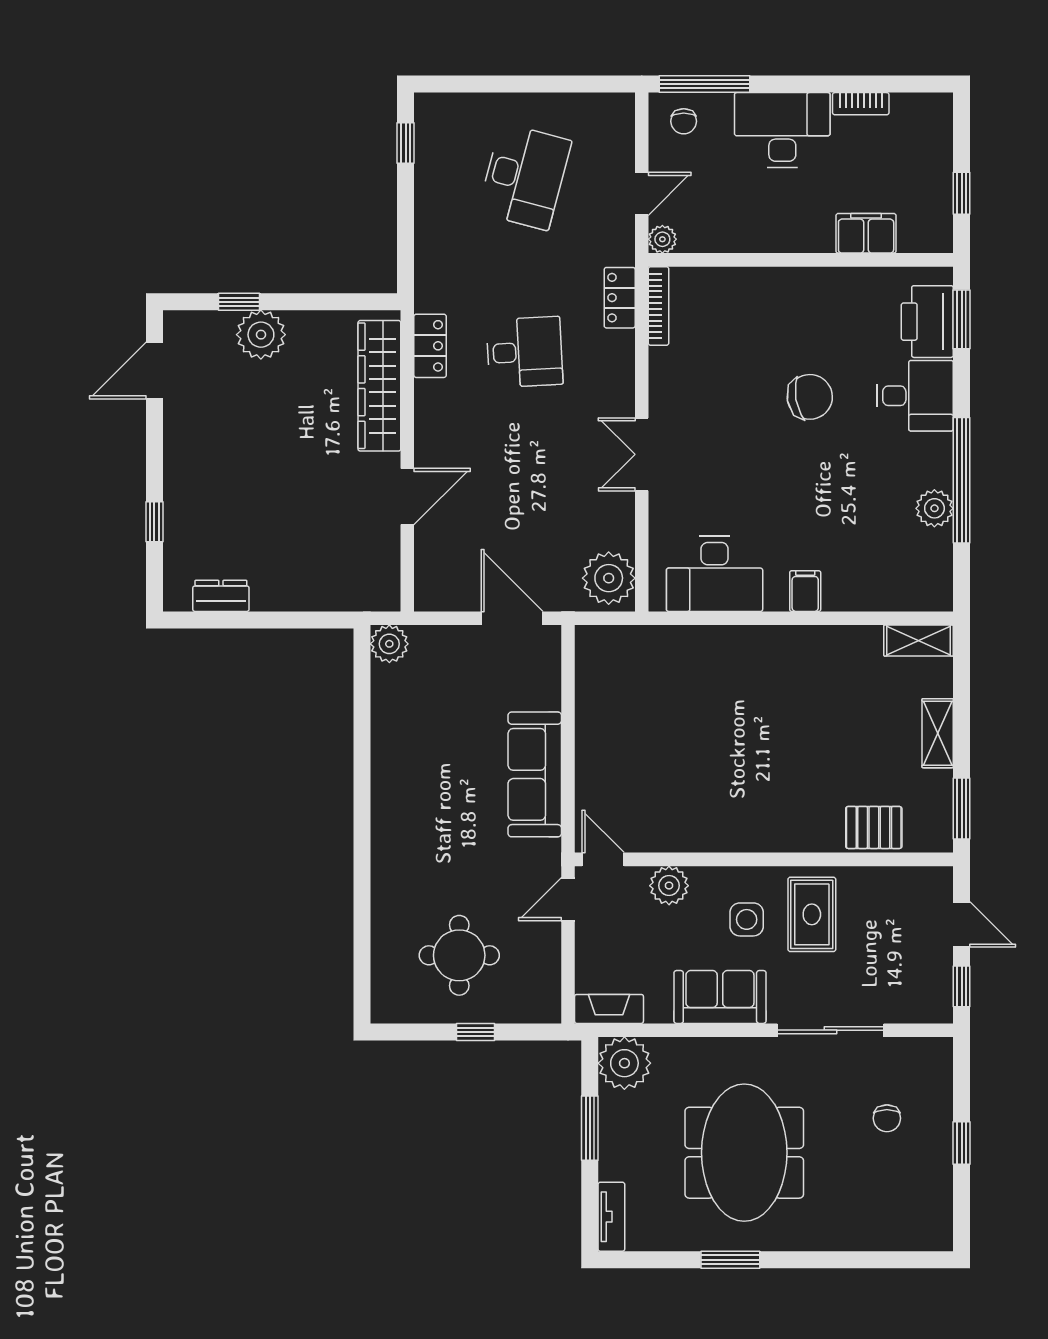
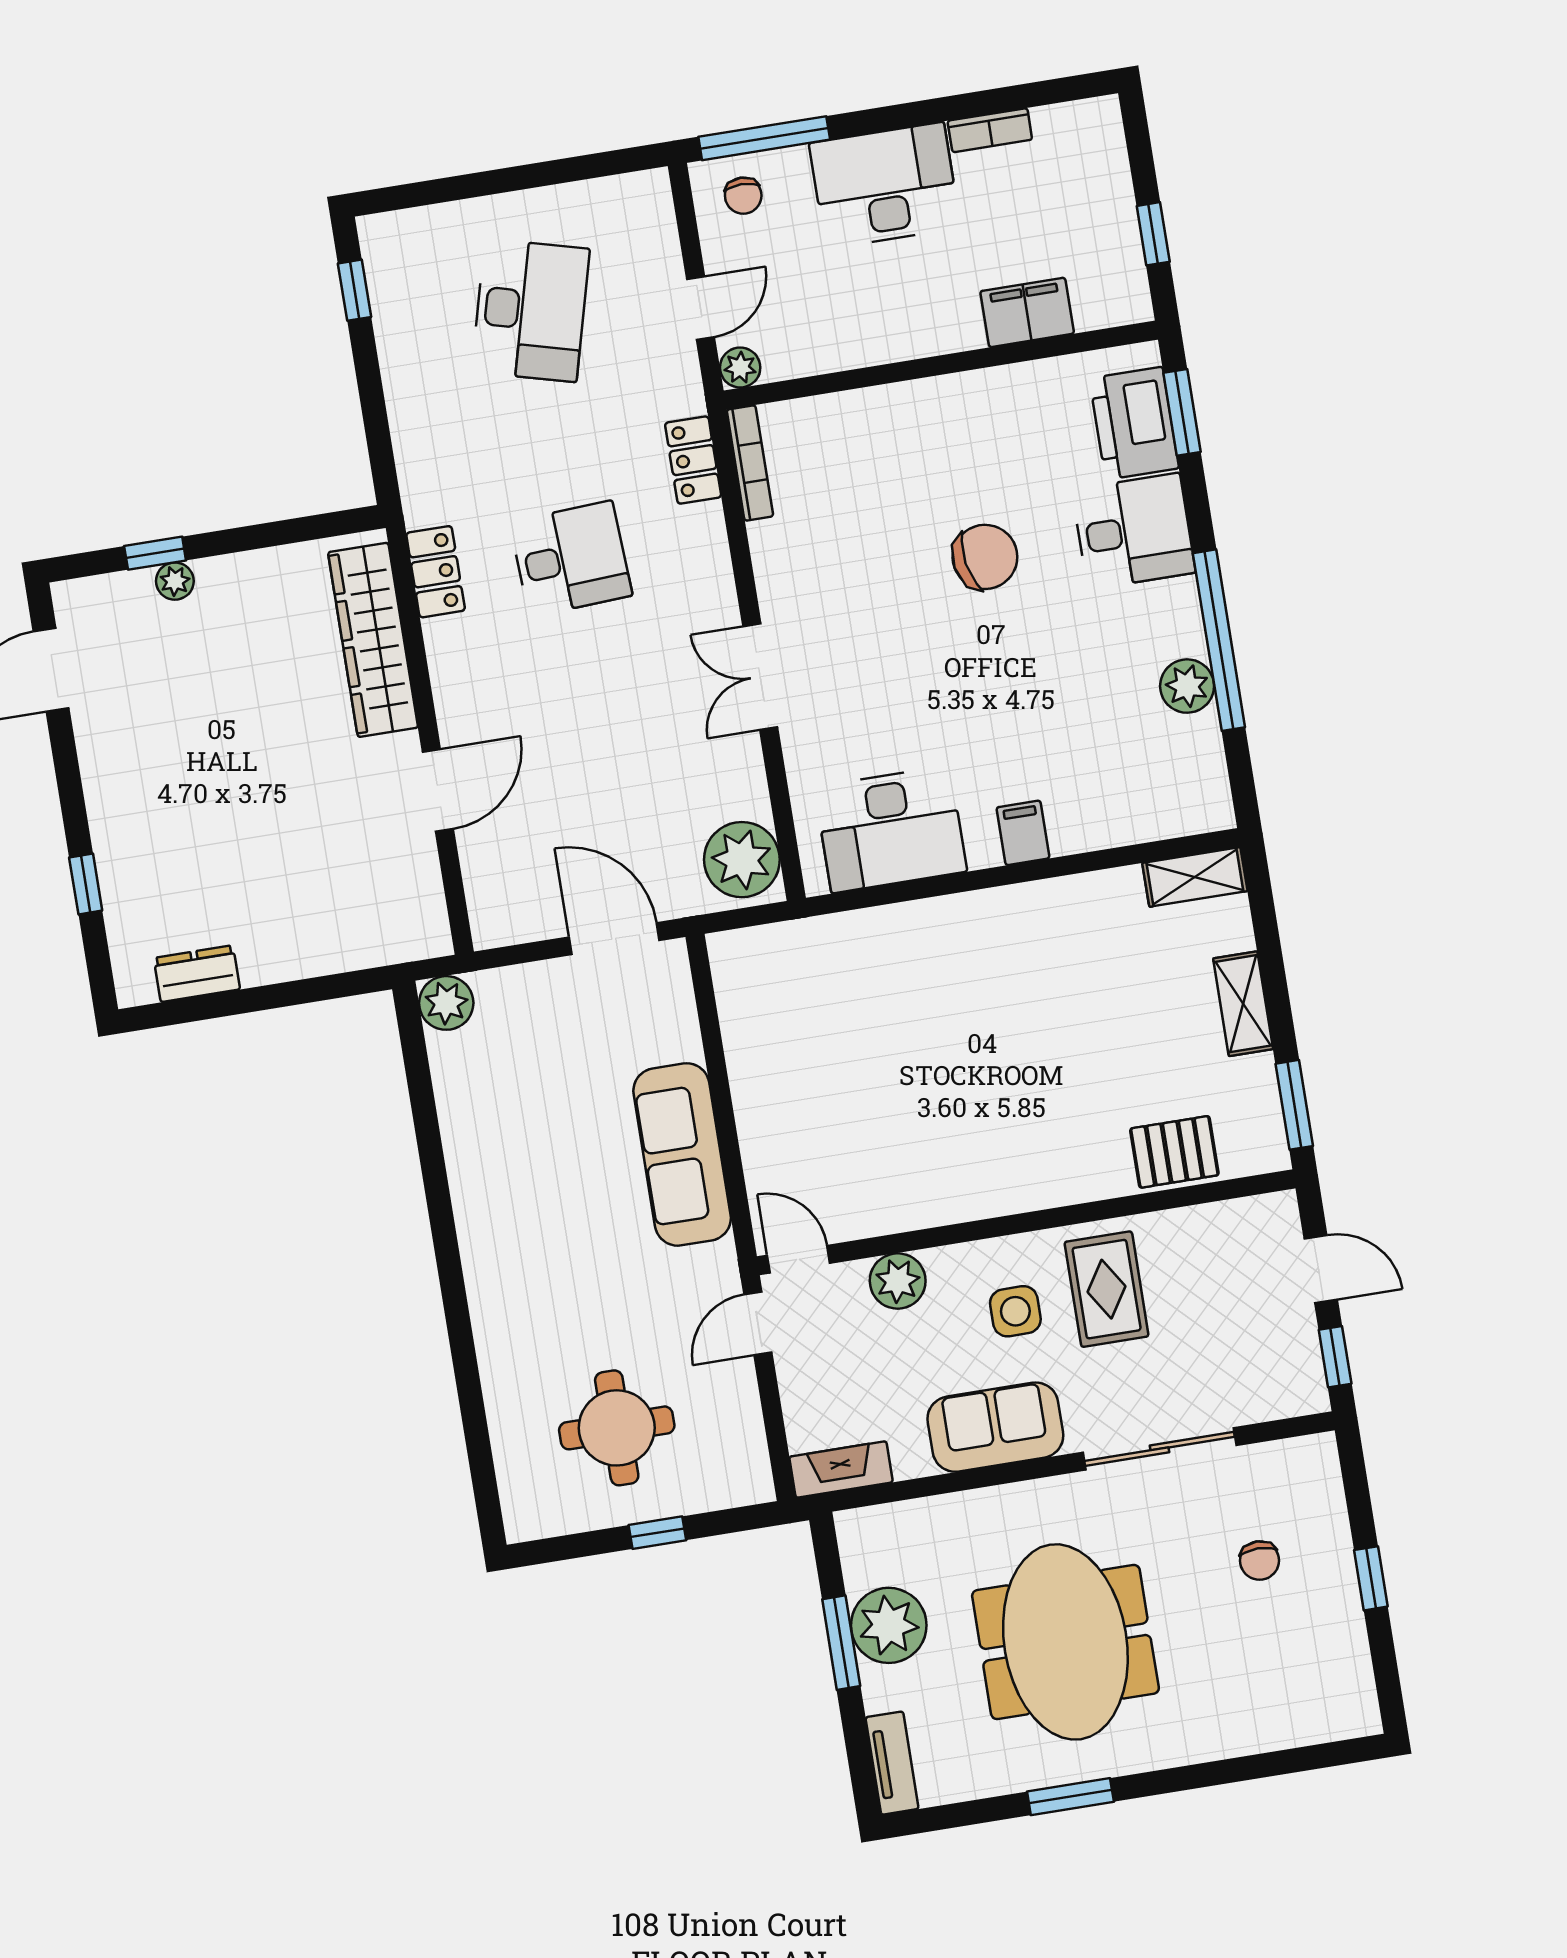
plant: (261, 335) -> (175, 581), width x0.53, depth x0.53
plant: (624, 1063) -> (889, 1625), moved

